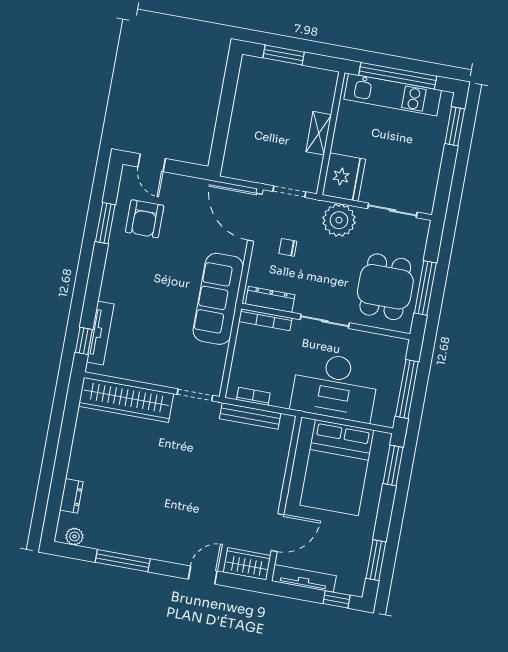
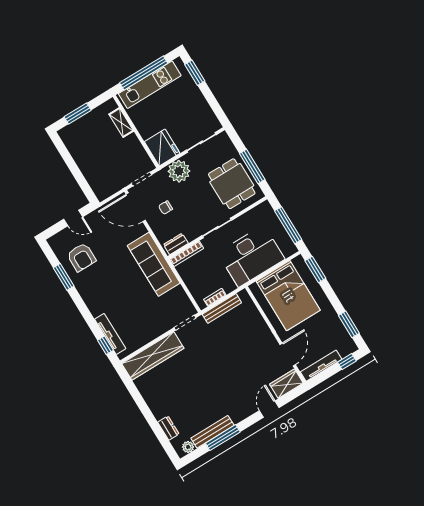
shelving: (319, 133) -> (121, 123), moved
door: (152, 163) -> (73, 218), moved
dresser: (270, 299) -> (176, 244), width x0.70
bench: (117, 544) -> (212, 432), added

